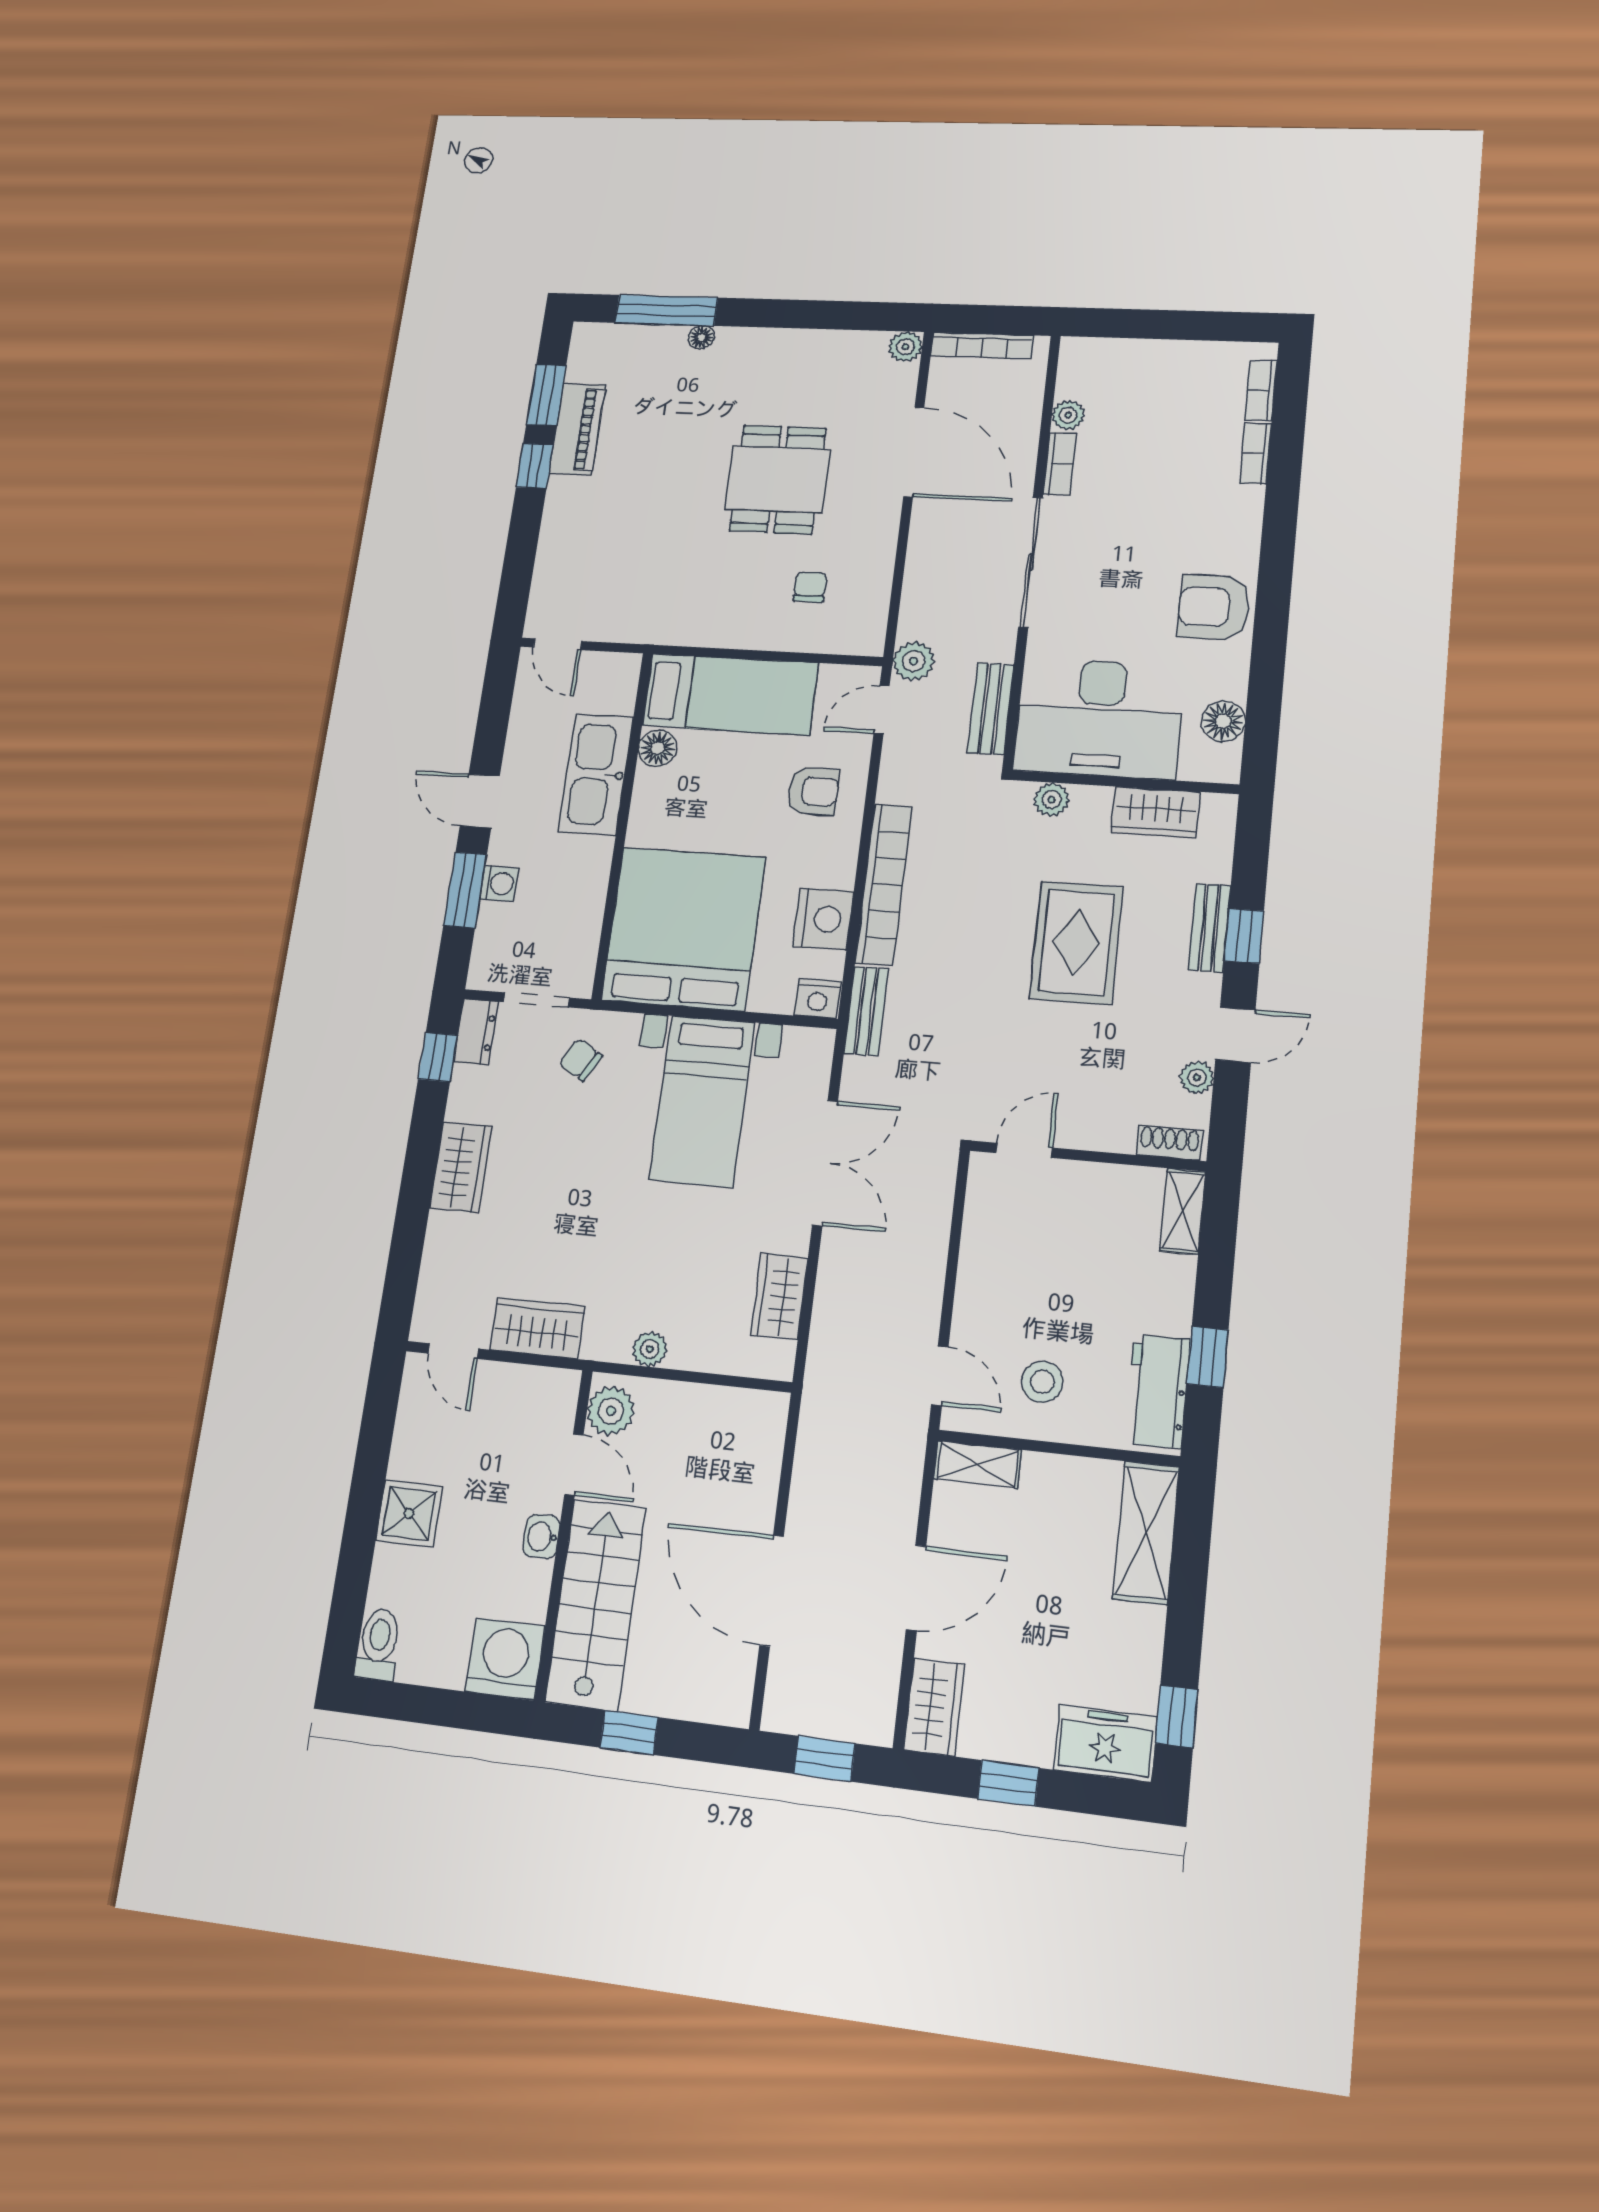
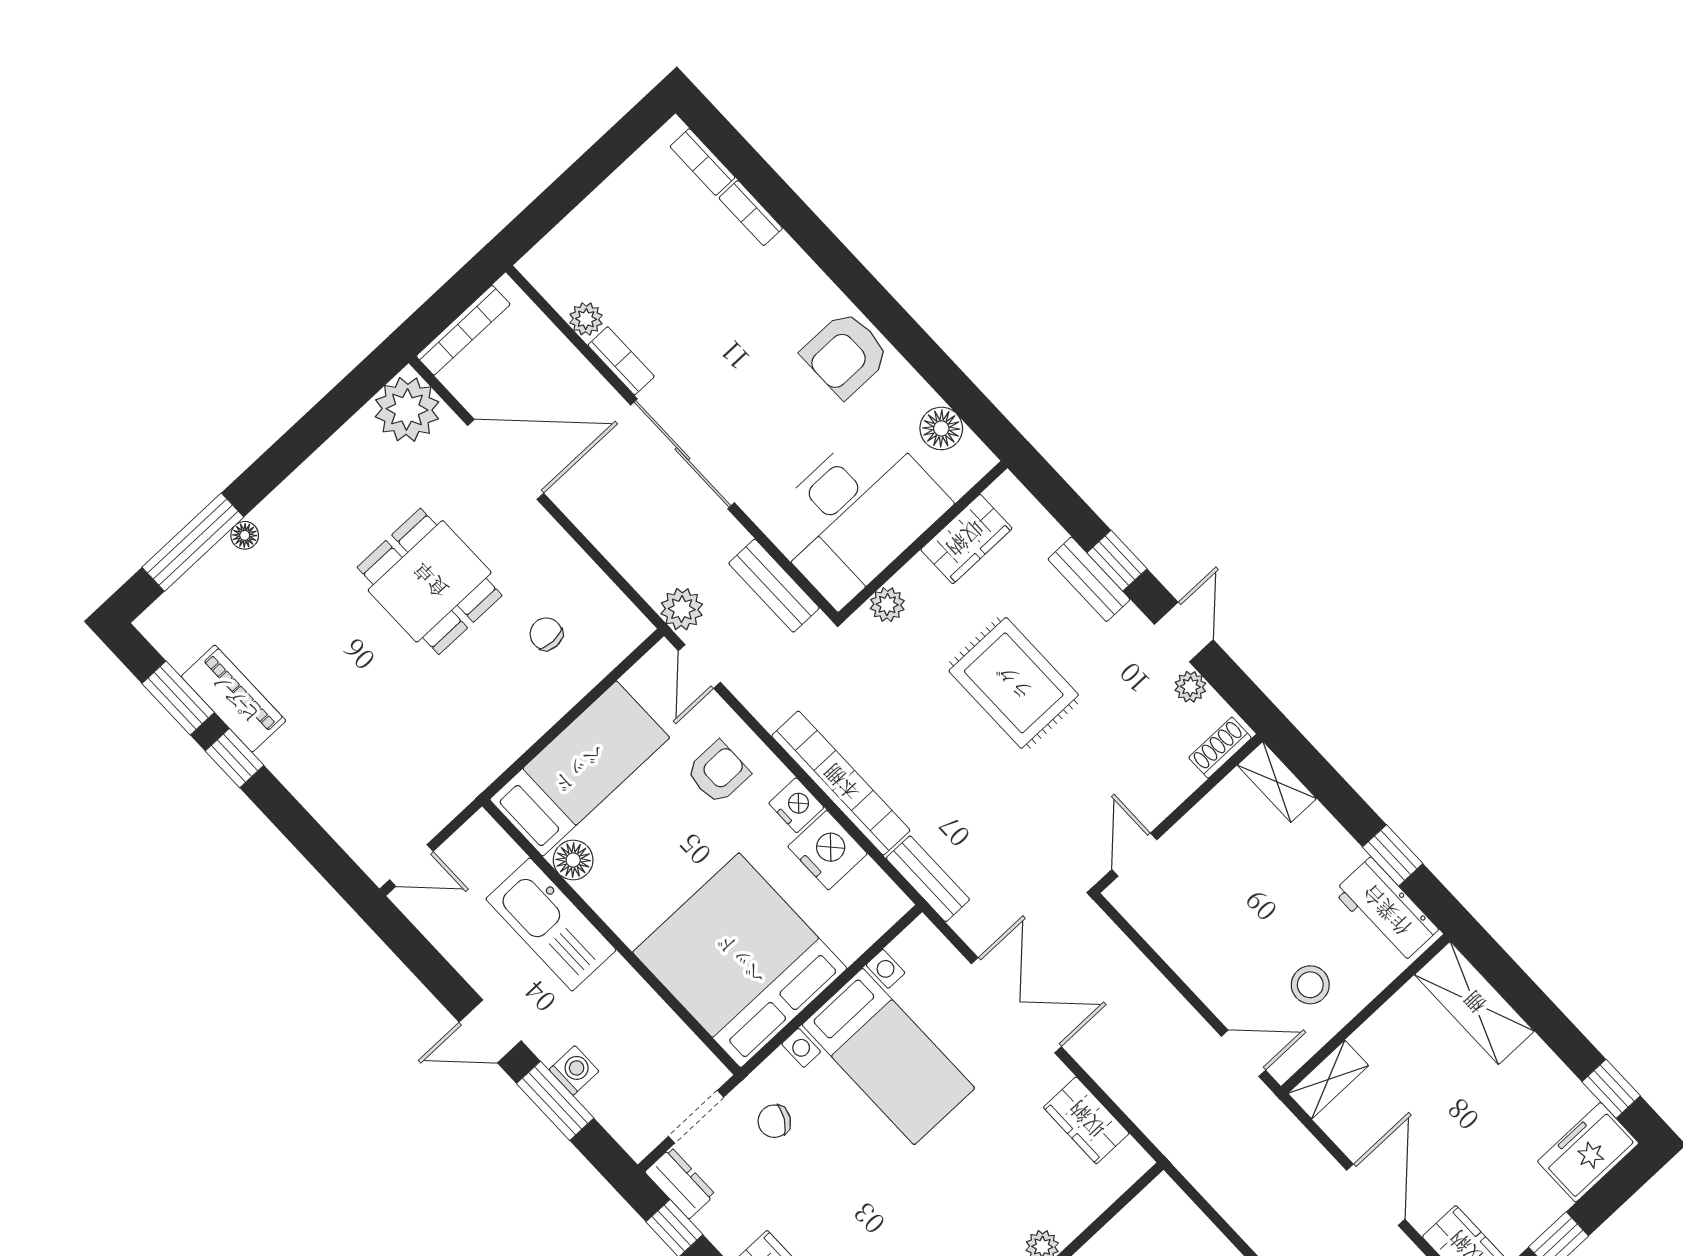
plant: (906, 347) -> (407, 409), width x1.88, depth x1.88
nightstand: (817, 998) -> (796, 805), moved, turned -90

